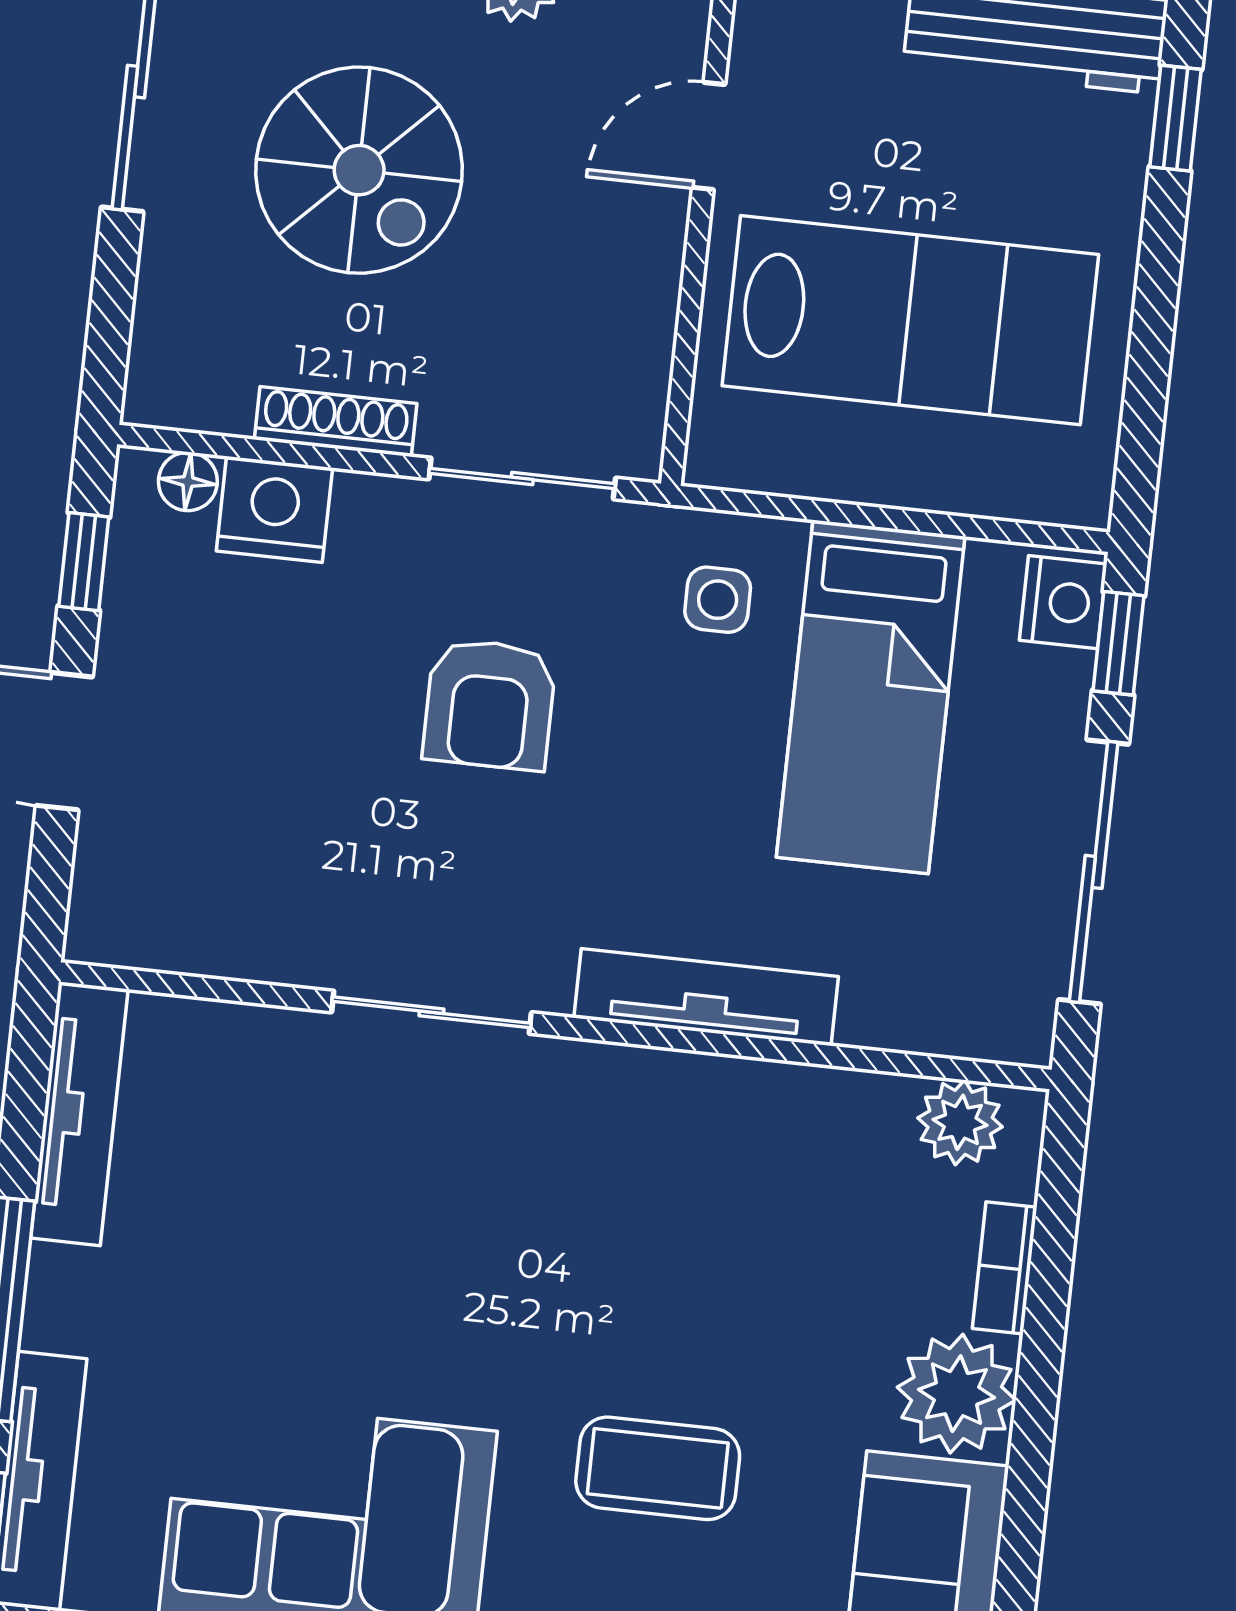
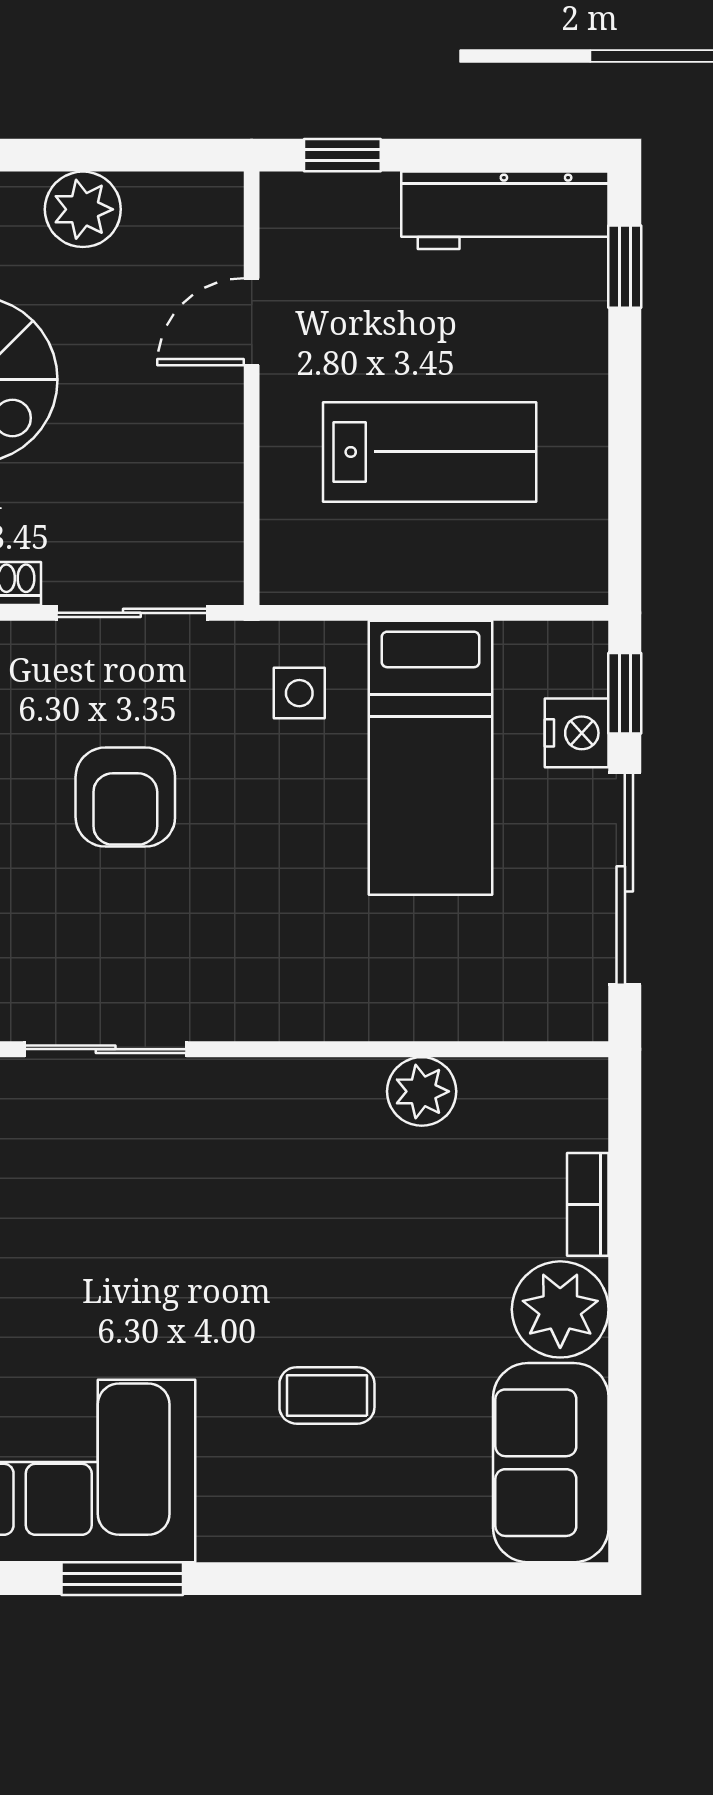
lab bench: (910, 320) -> (430, 452), width x0.73, depth x0.72
nightstand: (1063, 602) -> (577, 733), moved
tv unit: (706, 997) -> (325, 1013), removed
plant: (960, 1122) -> (422, 1091), moved
coffee table: (658, 1468) -> (327, 1395), width x0.73, depth x0.77

